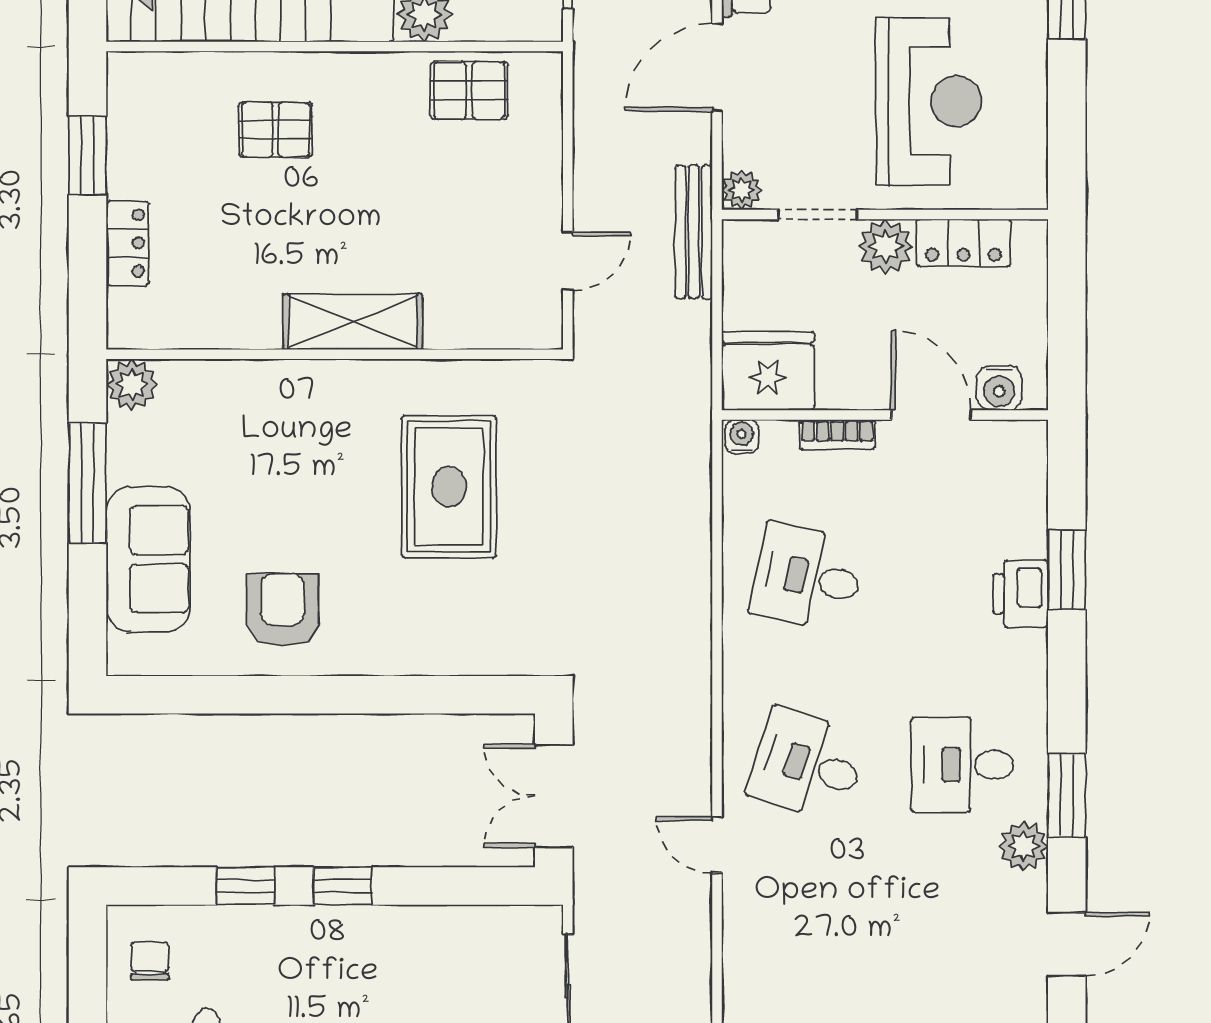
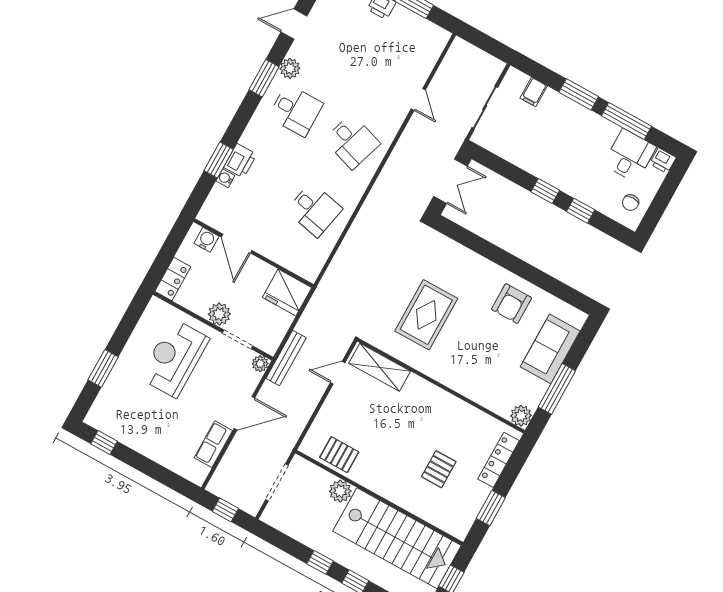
pallet: (275, 130) -> (439, 469), moved, turned 90
locker: (128, 243) -> (499, 460), width x1.53
locker: (964, 243) -> (173, 279), moved, turned 90
shelving: (353, 322) -> (380, 367), moved
bookcase: (837, 435) -> (275, 255), removed
water cooler: (742, 437) -> (225, 178), moved, turned 90
door: (717, 845) -> (418, 99), moved

